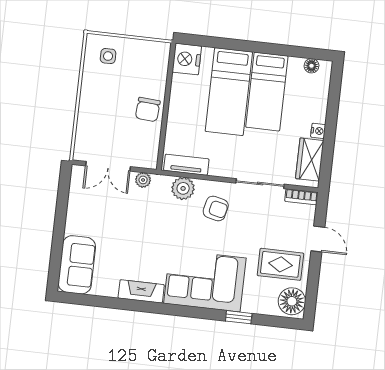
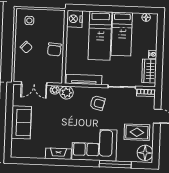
chair: (99, 102) -> (26, 47), added
tv unit: (186, 165) -> (84, 79), width x1.41
plant: (183, 188) -> (66, 93), moved
sofa: (77, 265) -> (21, 122), moved
window: (239, 317) -> (115, 164), width x2.17

